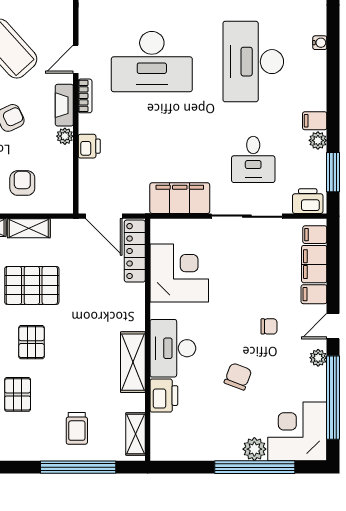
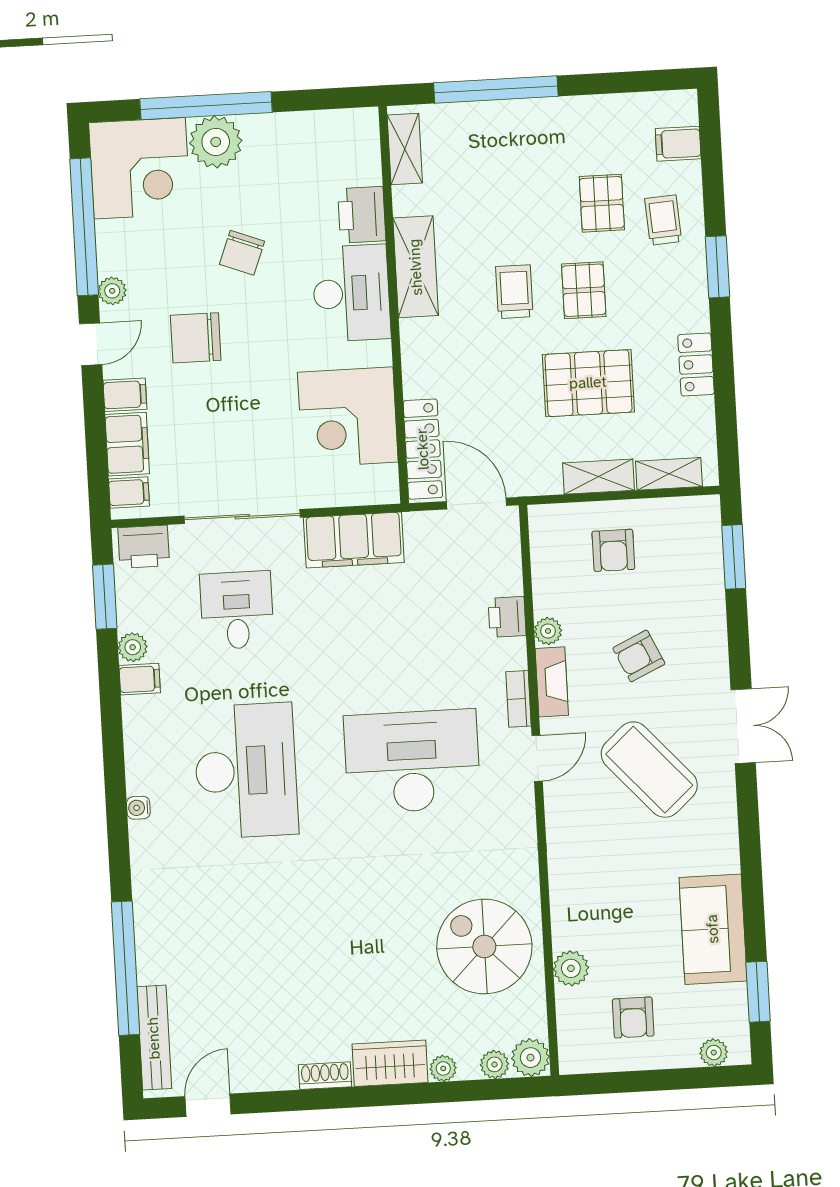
chair: (269, 326) -> (196, 338), width x1.87, depth x1.87
trolley: (77, 428) -> (514, 292), moved
plant: (254, 449) -> (216, 142), width x1.36, depth x1.36

